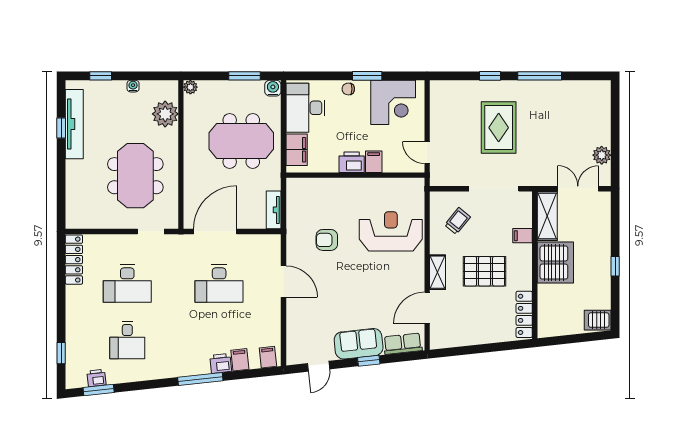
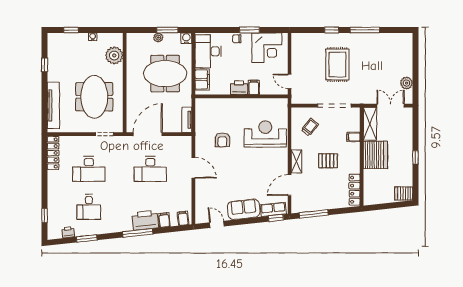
plant: (190, 87) -> (158, 38), moved
tv unit: (74, 124) -> (53, 105), moved
armchair: (327, 240) -> (222, 140), turned -90
pallet: (485, 271) -> (328, 161), width x0.67, depth x0.71
window: (463, 351) -> (314, 214), added
window: (369, 361) -> (276, 218), moved
printer: (221, 363) -> (145, 220), width x1.87, depth x1.48
door: (319, 366) -> (217, 224), swing flipped
window: (99, 390) -> (87, 238), moved

